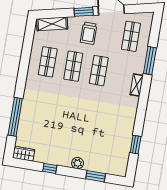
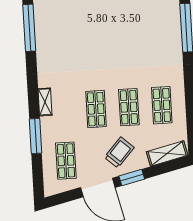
trolley: (89, 33) -> (119, 152), turned 42
window: (136, 145) -> (29, 28), width x2.11

